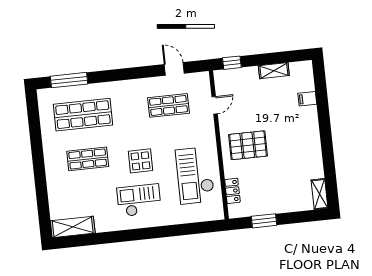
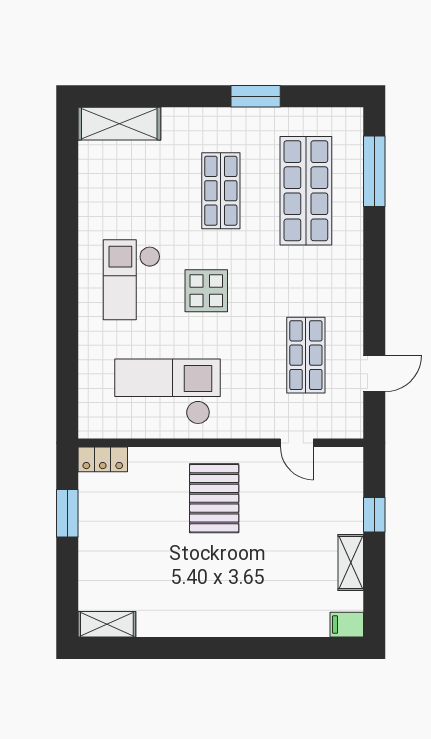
window: (232, 63) -> (374, 515), moved
filing cabinet: (307, 99) -> (347, 625), moved, turned -90
window: (37, 146) -> (256, 96), added
locker: (232, 191) -> (103, 459), moved
checkout: (139, 200) -> (132, 280), turned 180
shelving: (73, 227) -> (119, 124), moved, turned 90

